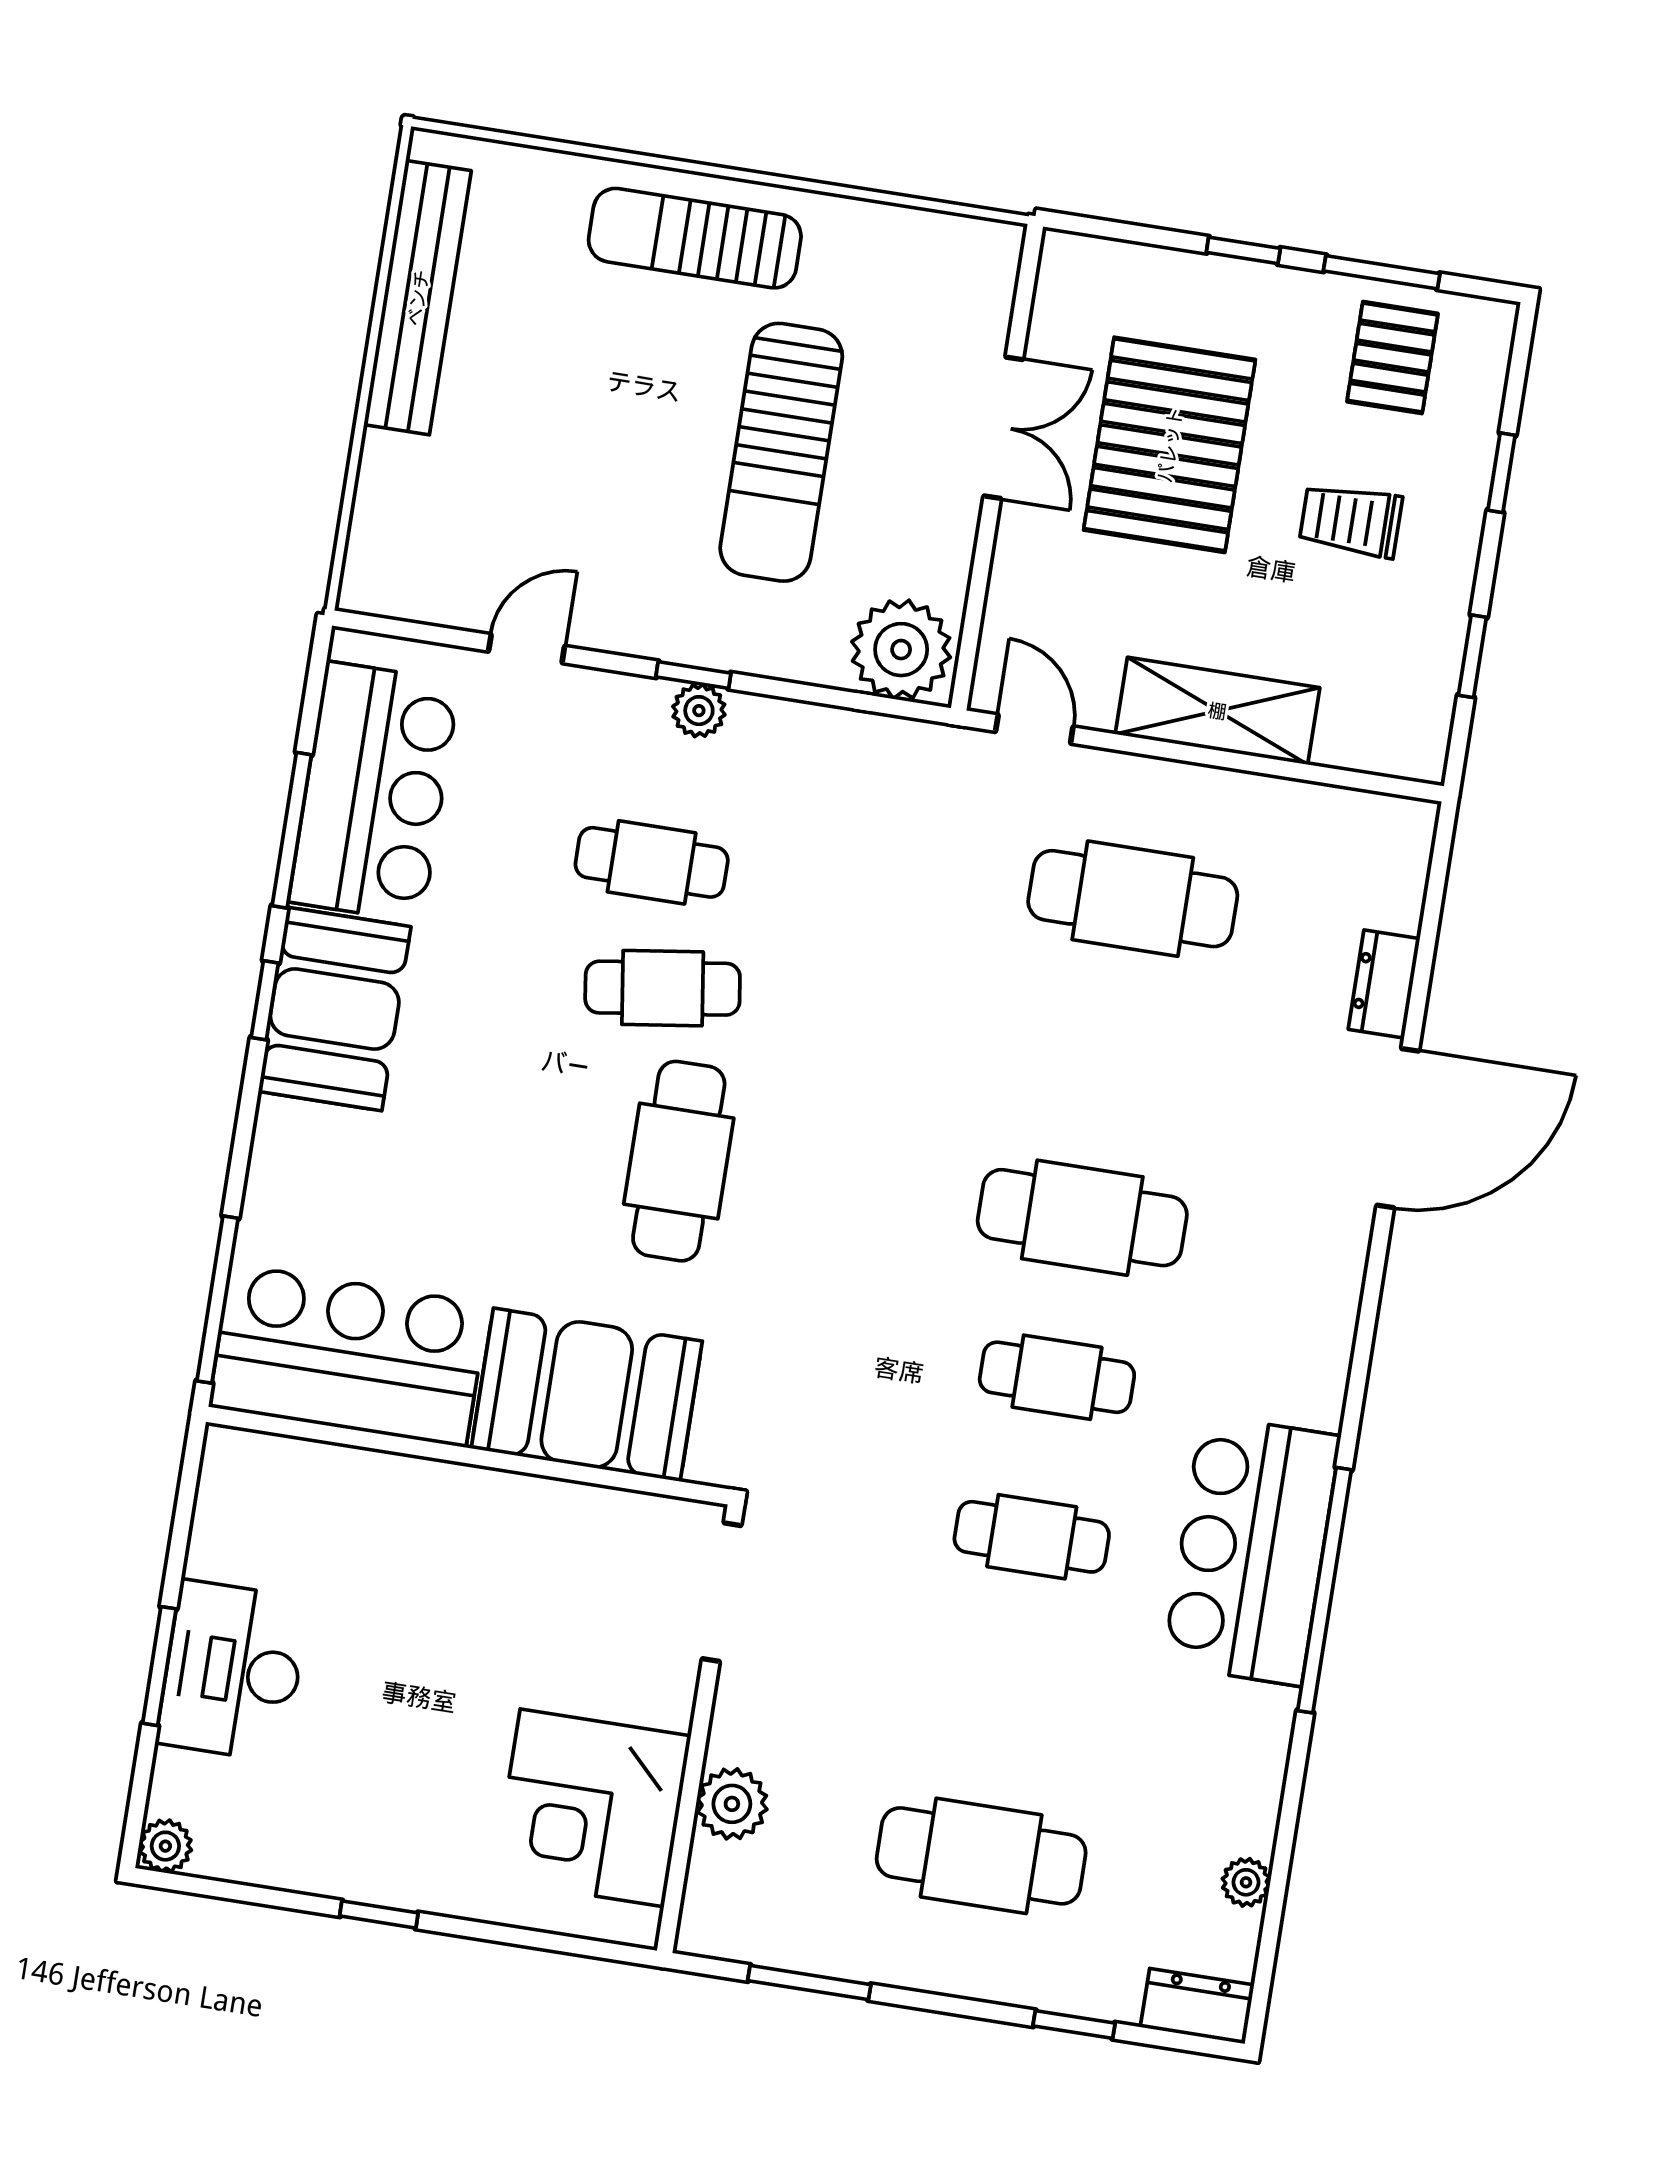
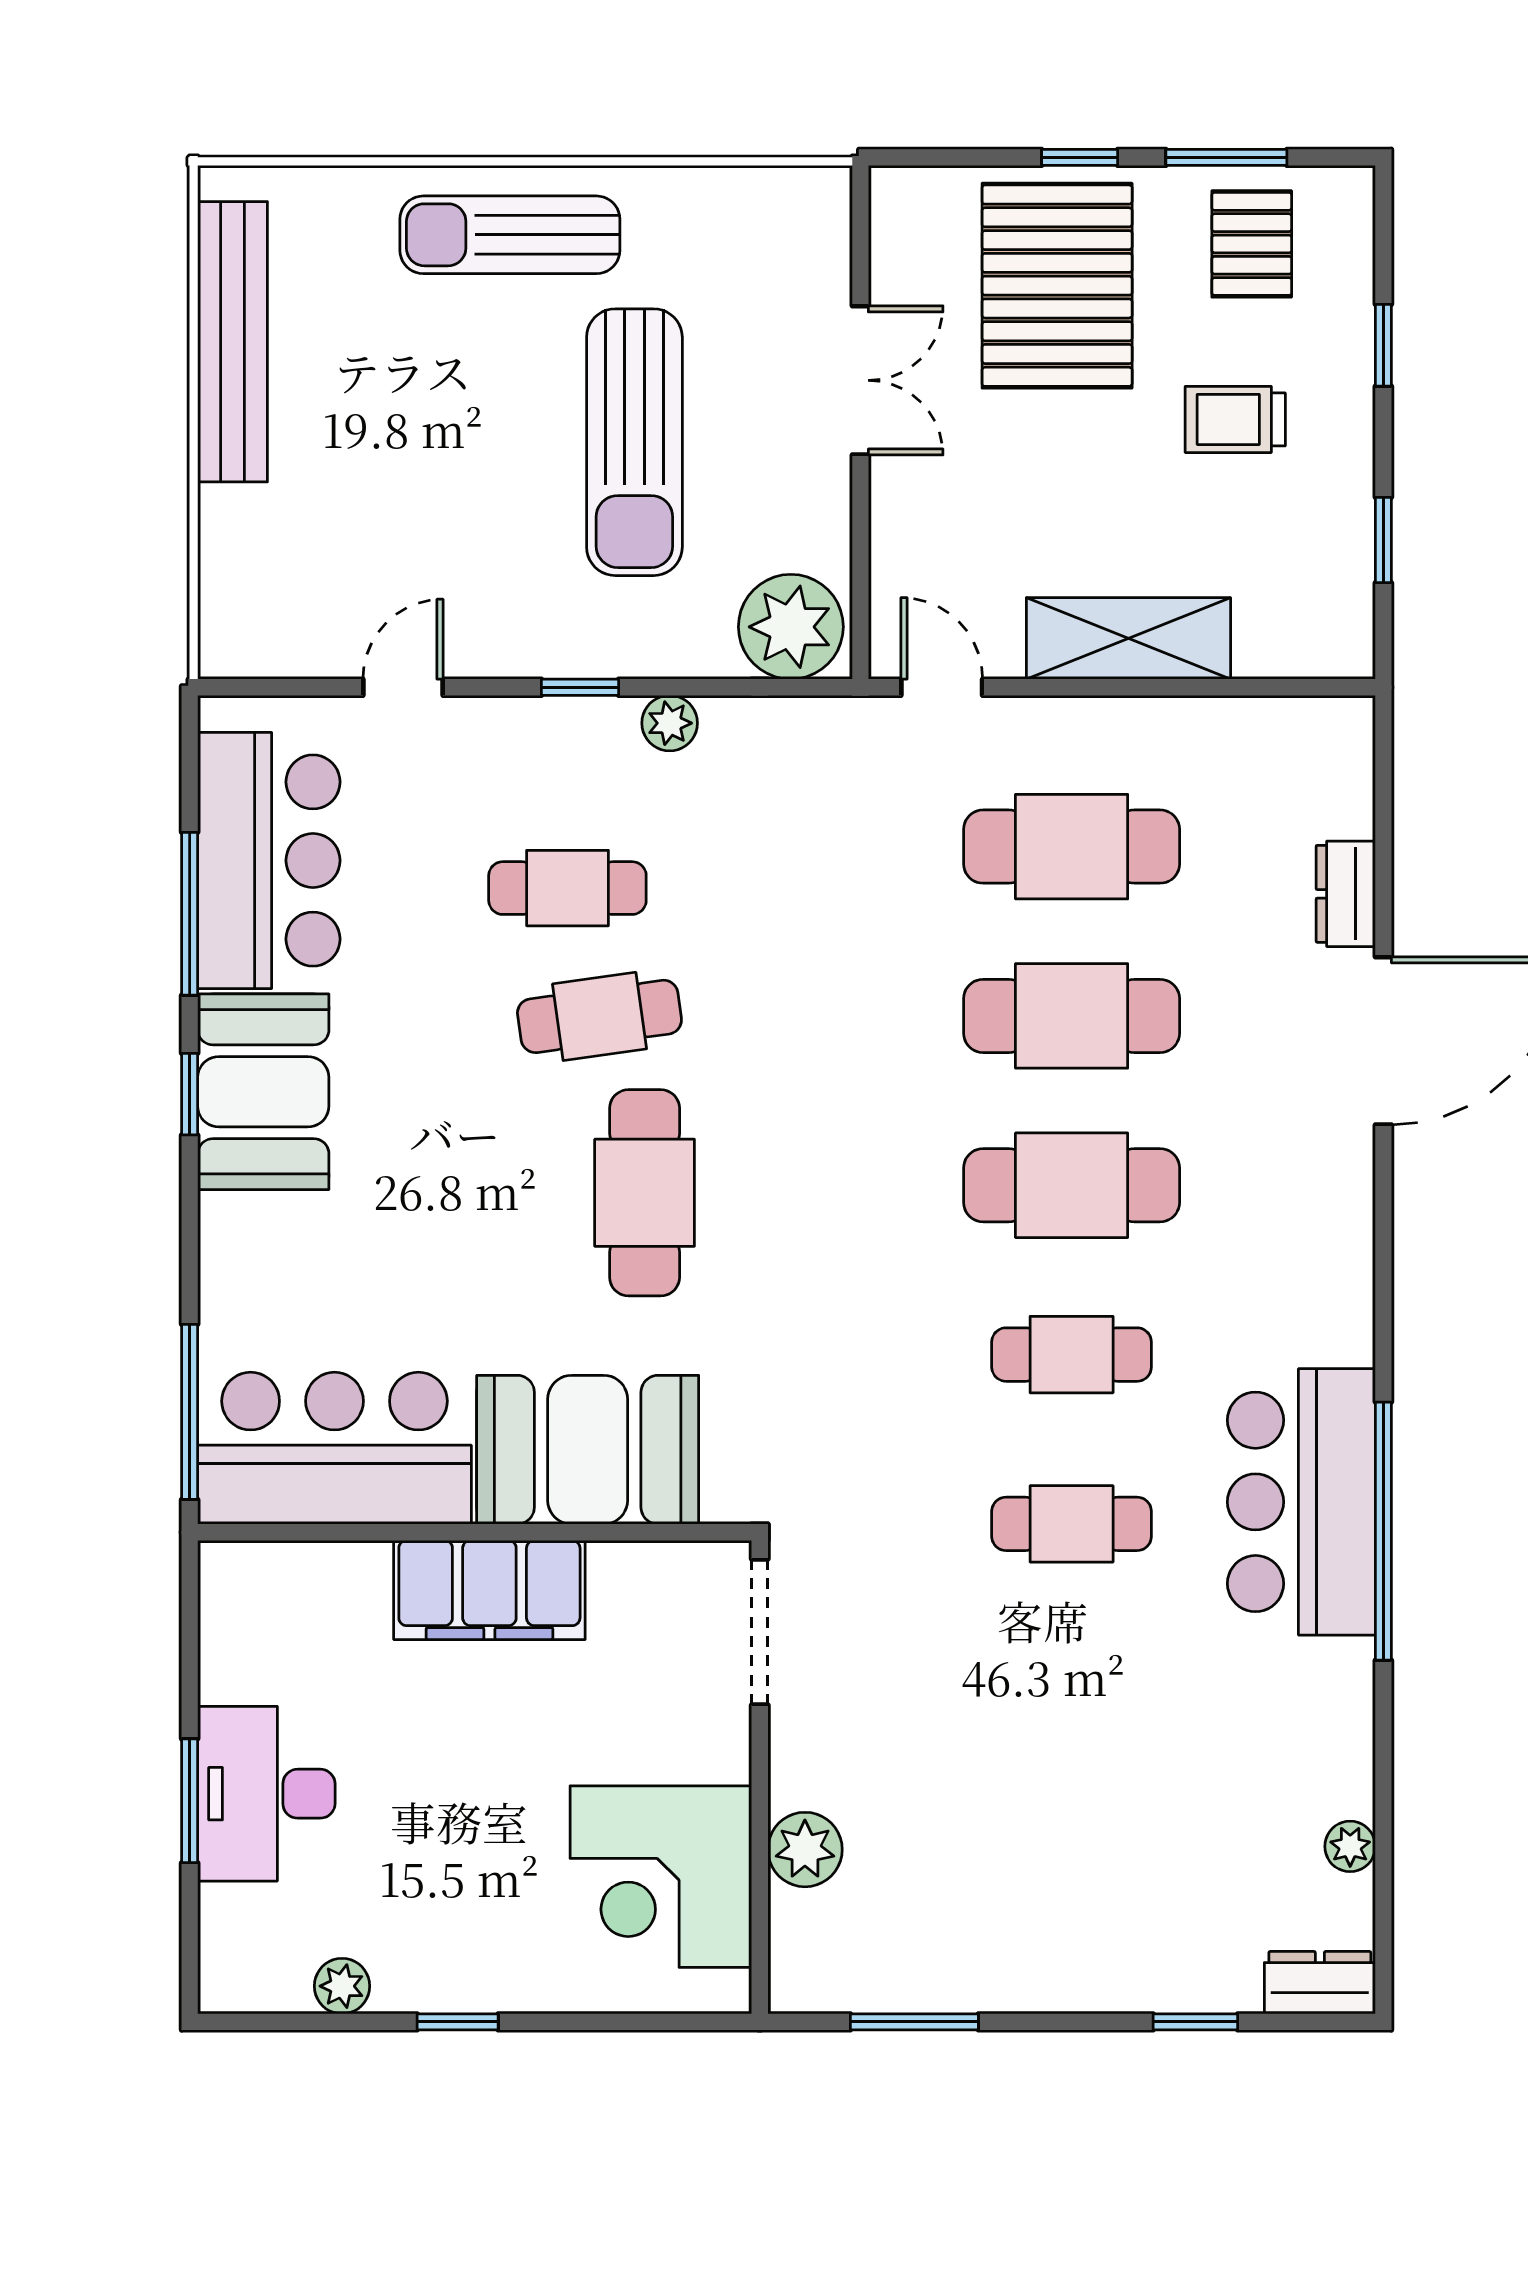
pallet: (1170, 445) -> (1057, 286), moved
plant: (699, 711) -> (670, 723), moved
filing cabinet: (473, 1512) -> (489, 1590), added
plant: (165, 1846) -> (342, 1986), moved
cafe table: (981, 1856) -> (1072, 1016), moved

